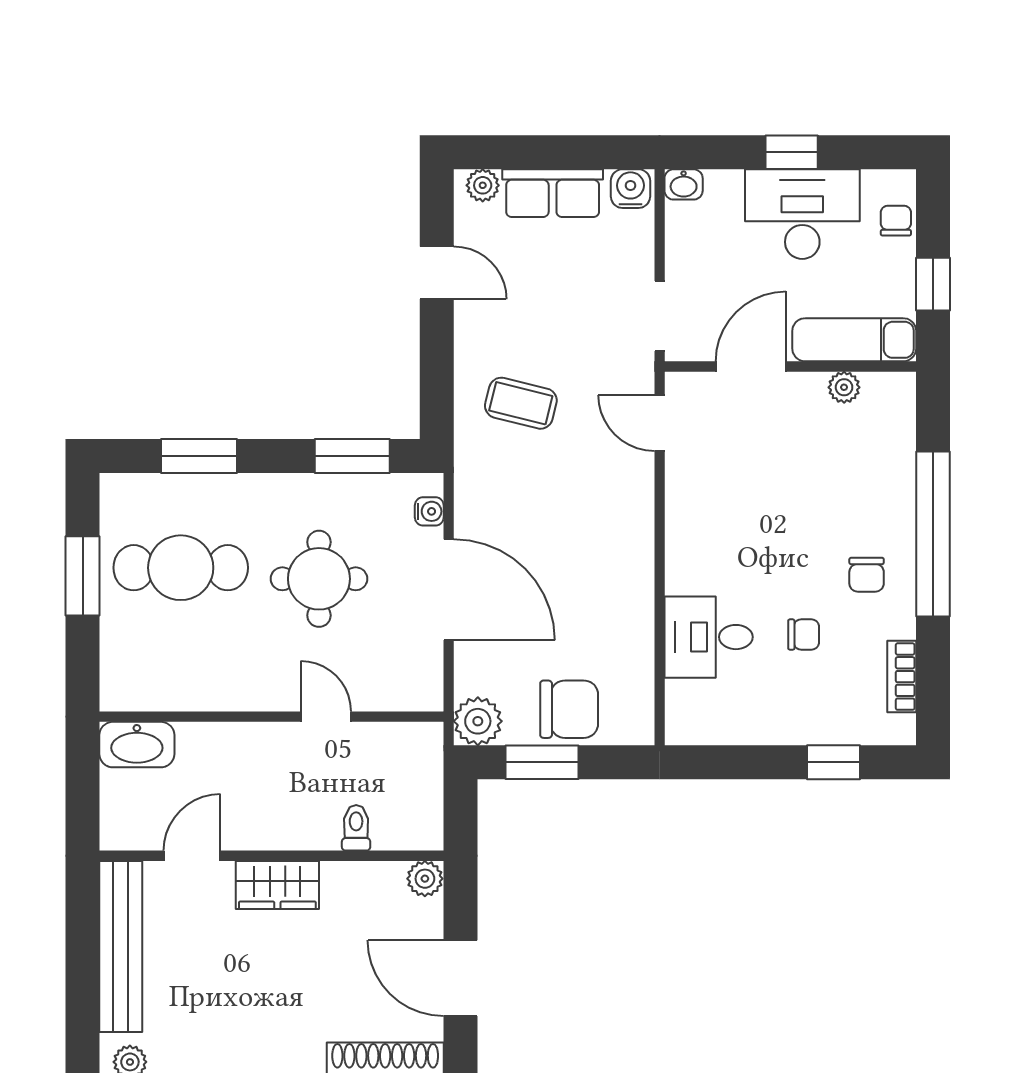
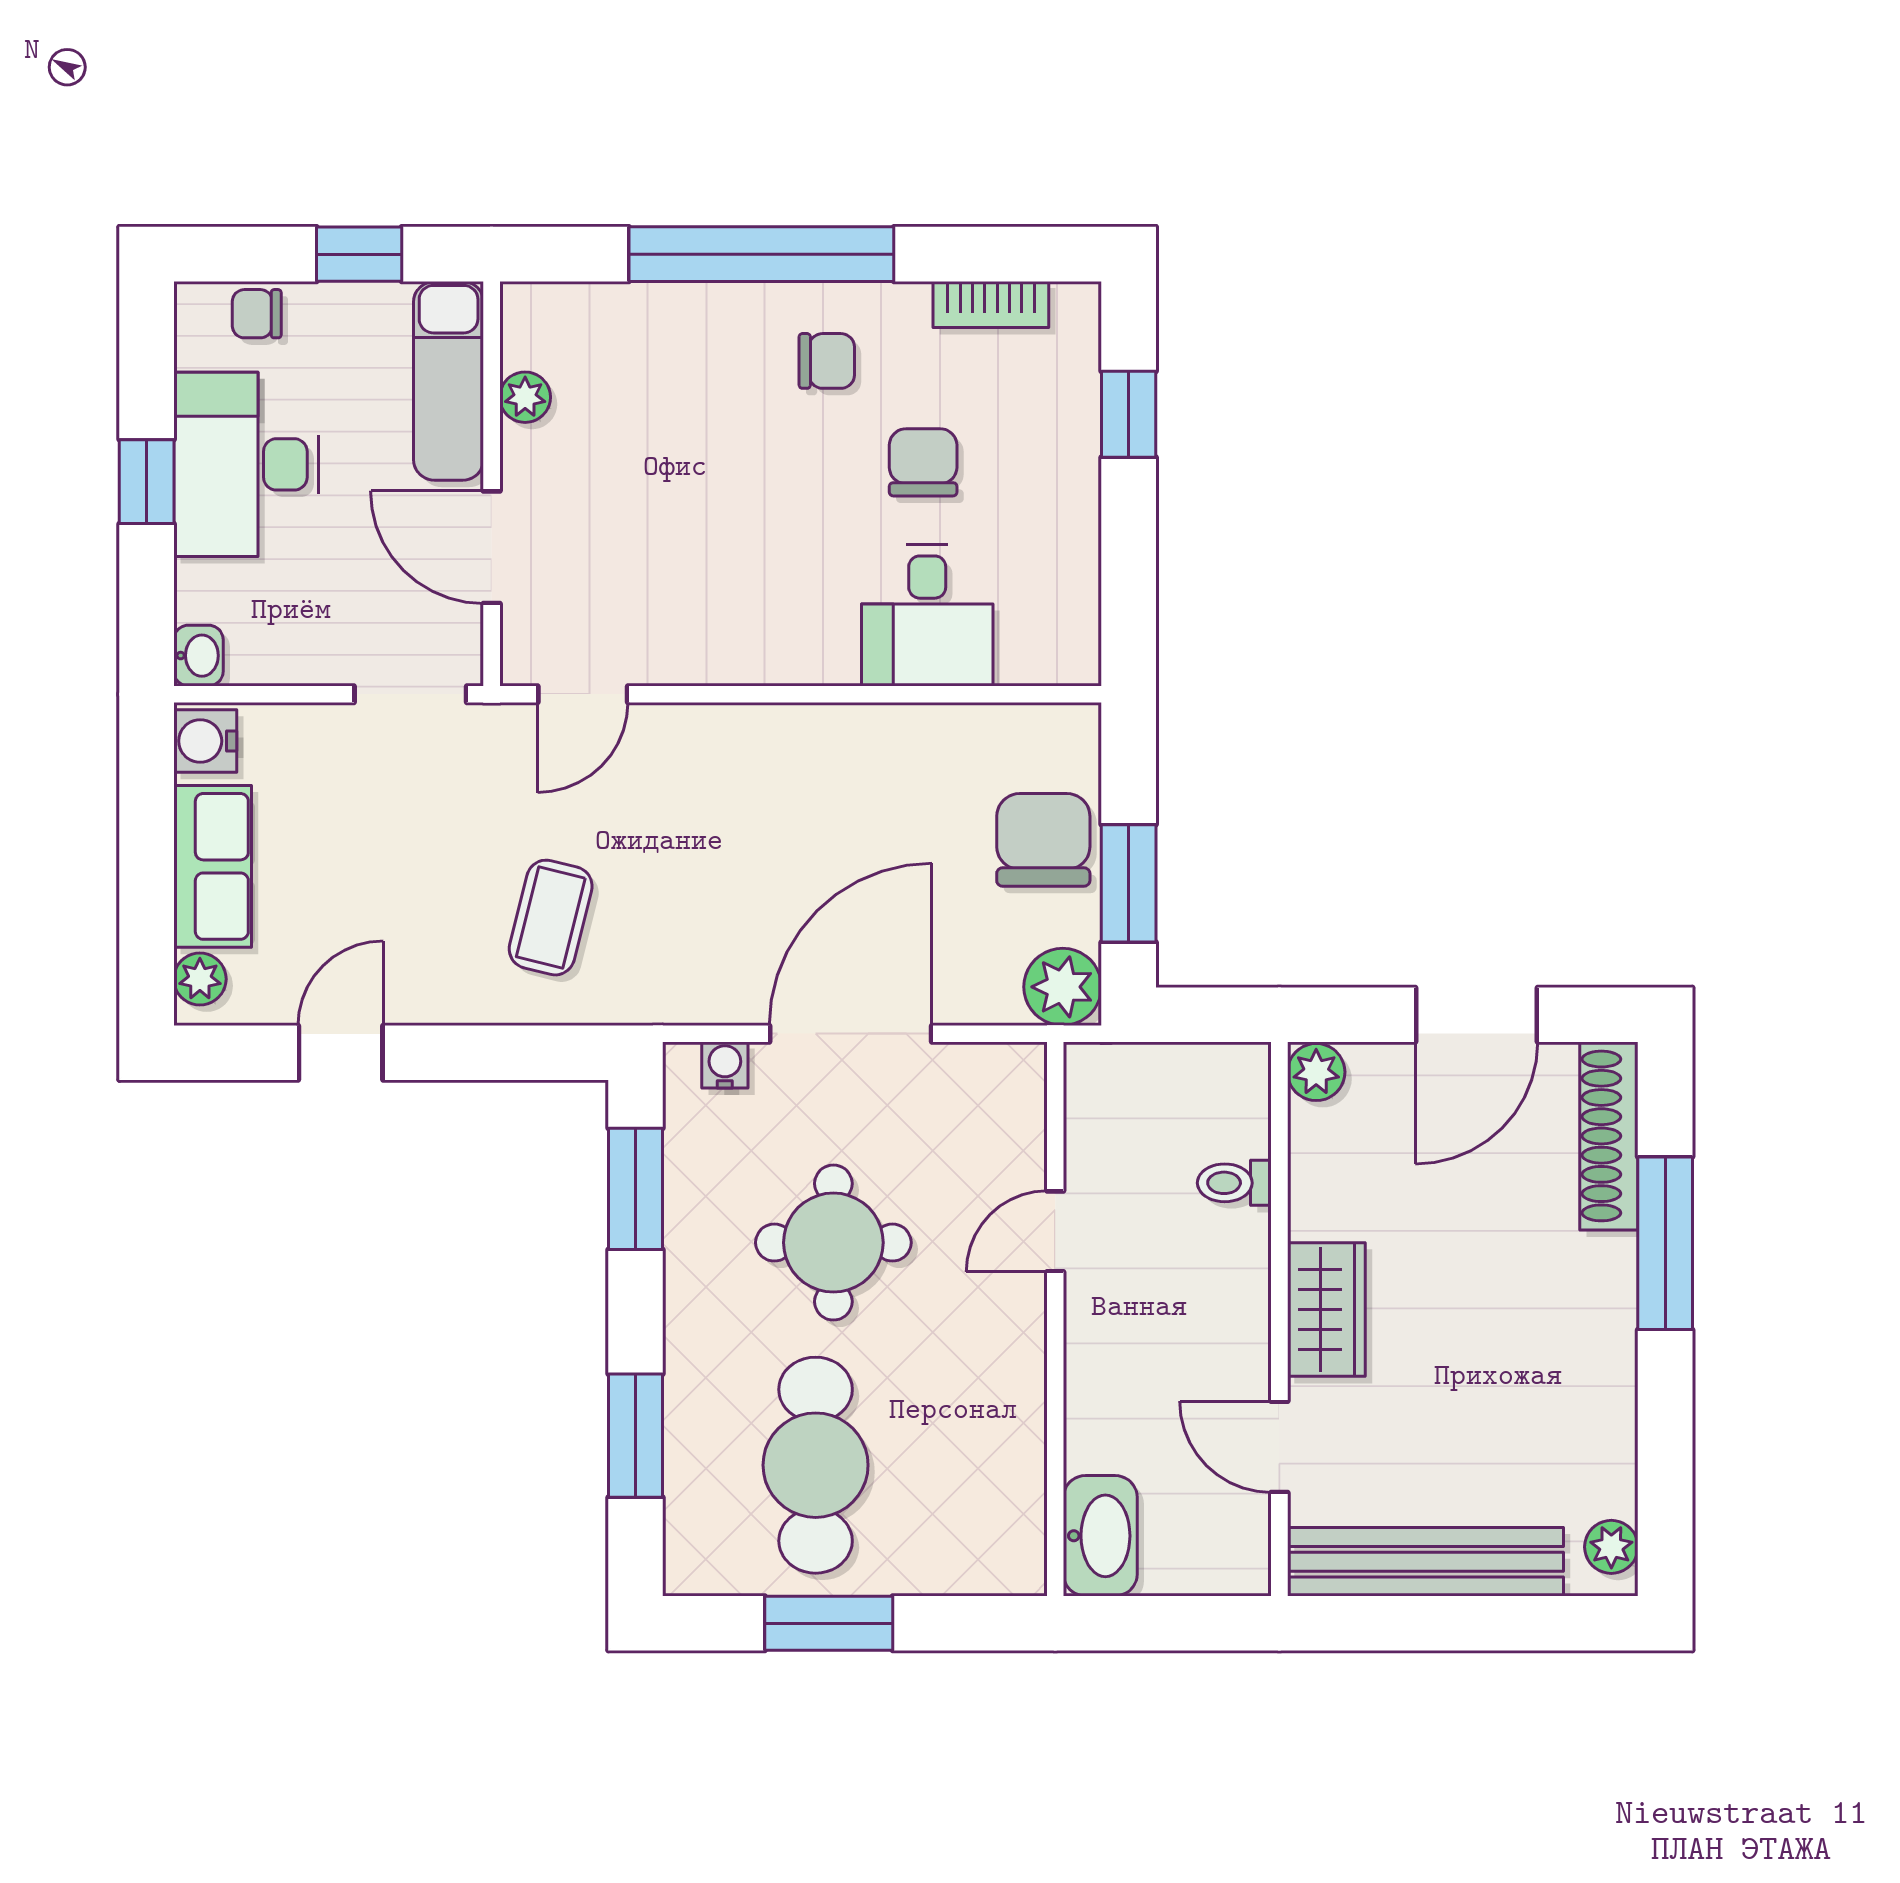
chair: (804, 635) -> (923, 462), width x1.37, depth x1.37

